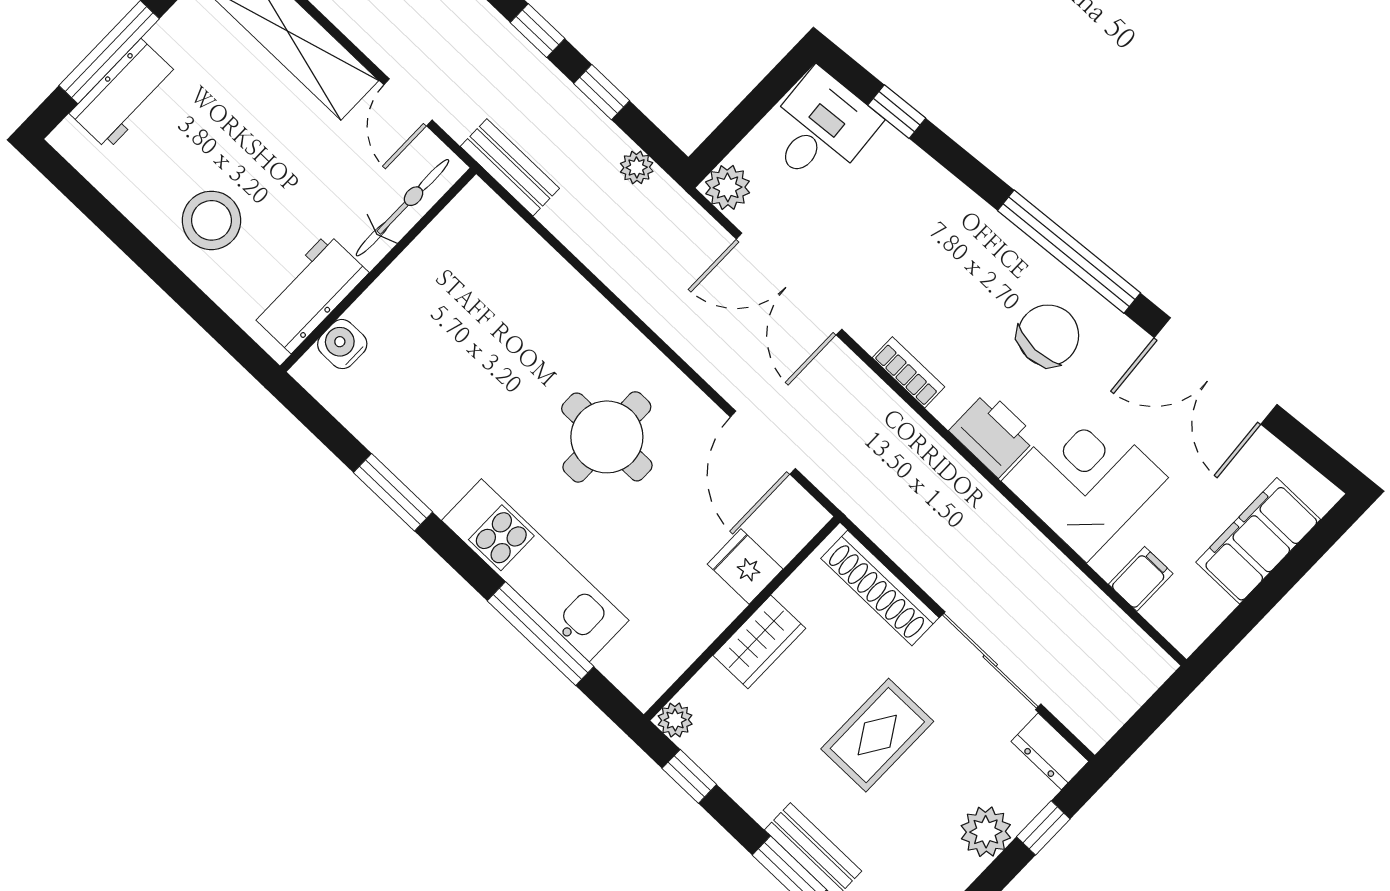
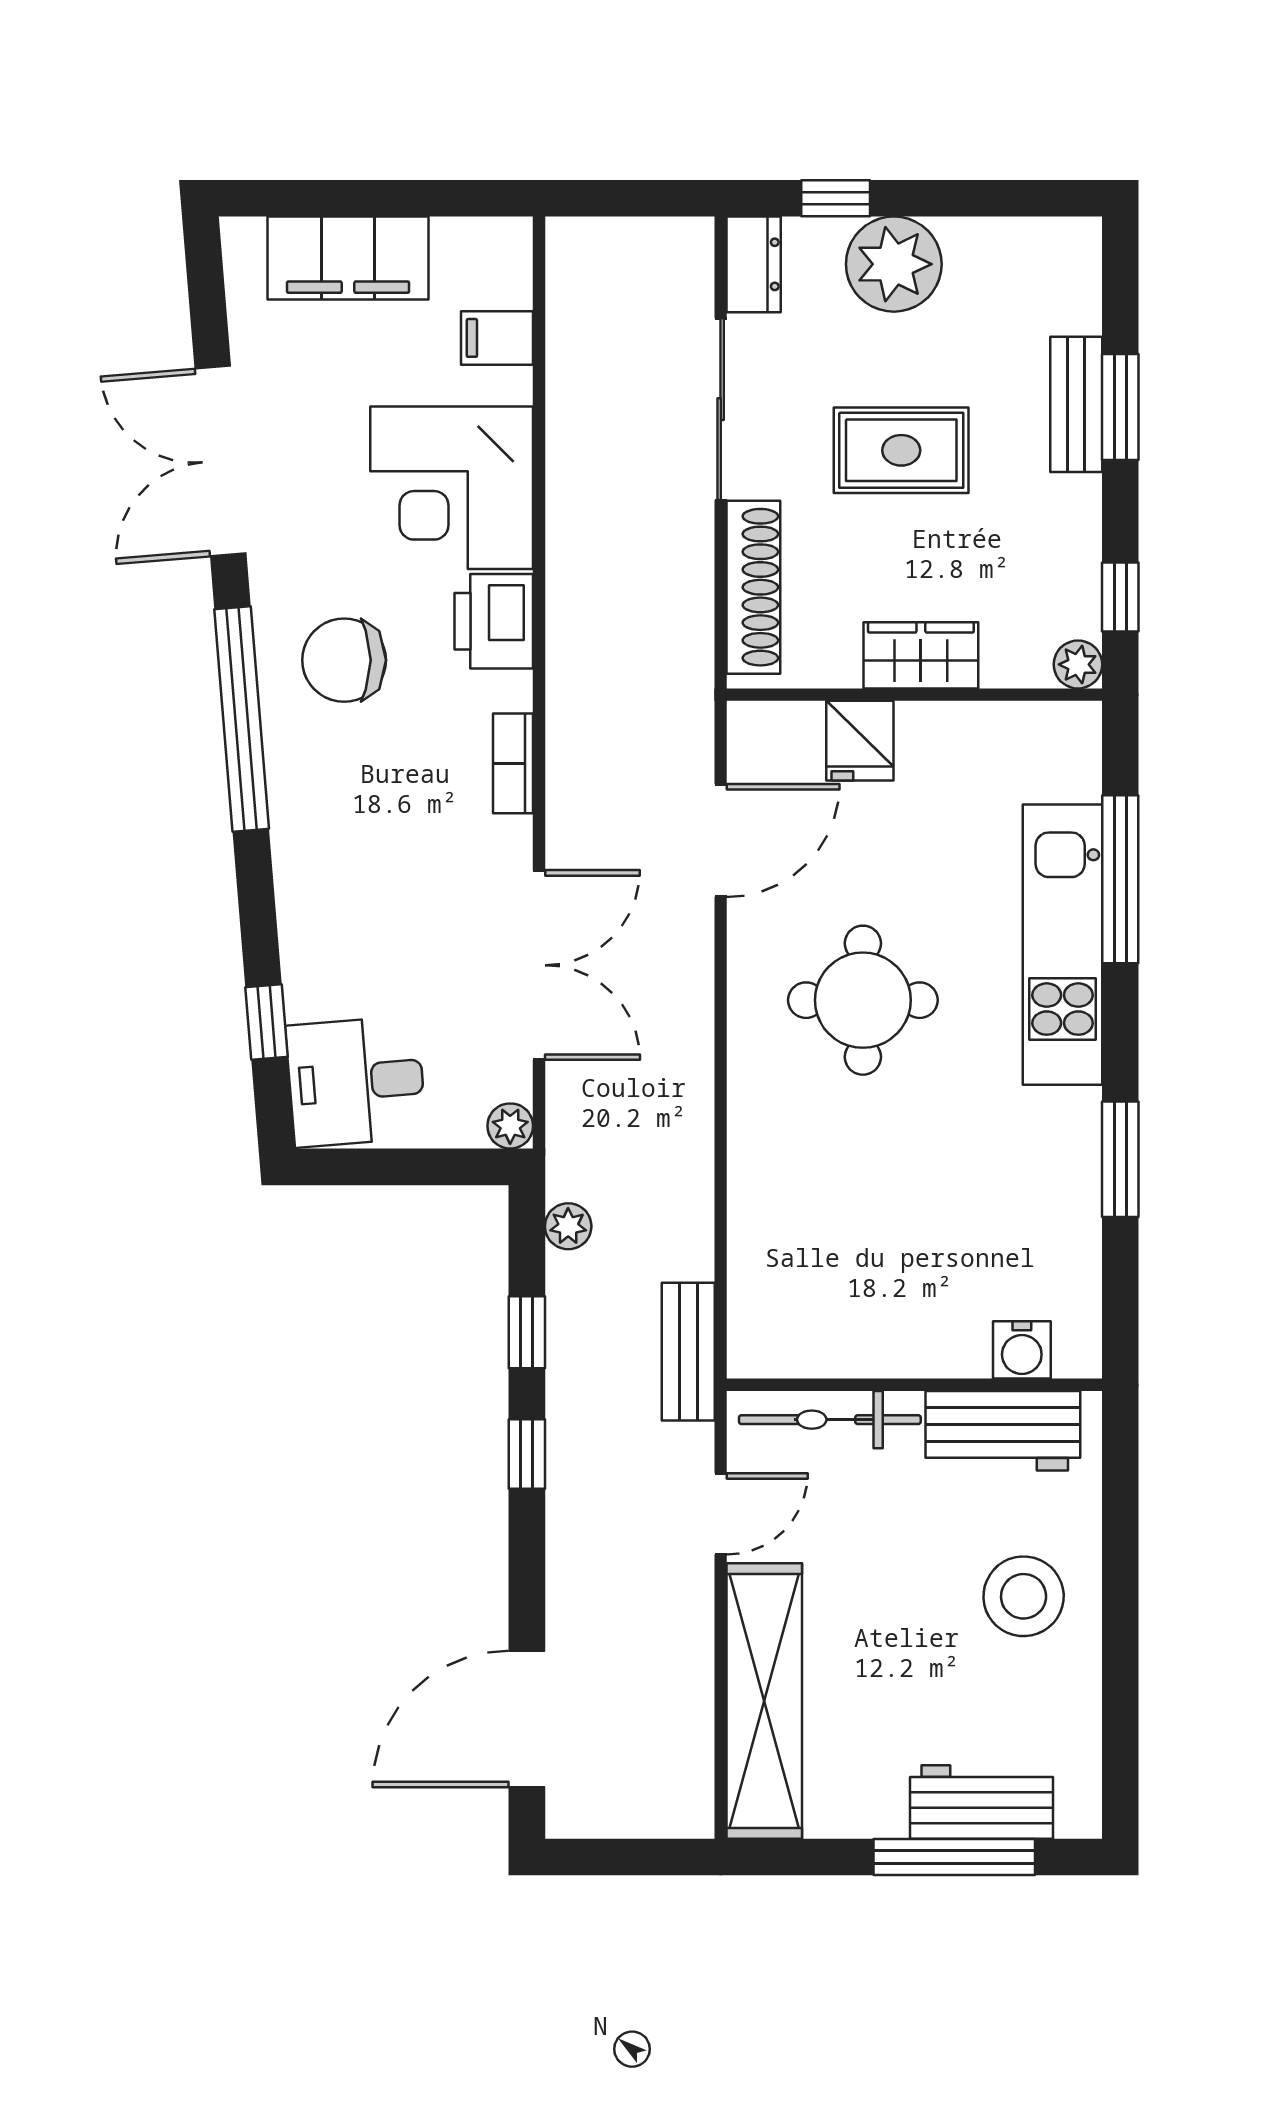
plant: (728, 187) -> (510, 1126), width x0.73, depth x0.73
double door: (1216, 371) -> (220, 461), swing flipped
plant: (986, 832) -> (894, 264), width x1.36, depth x1.36

